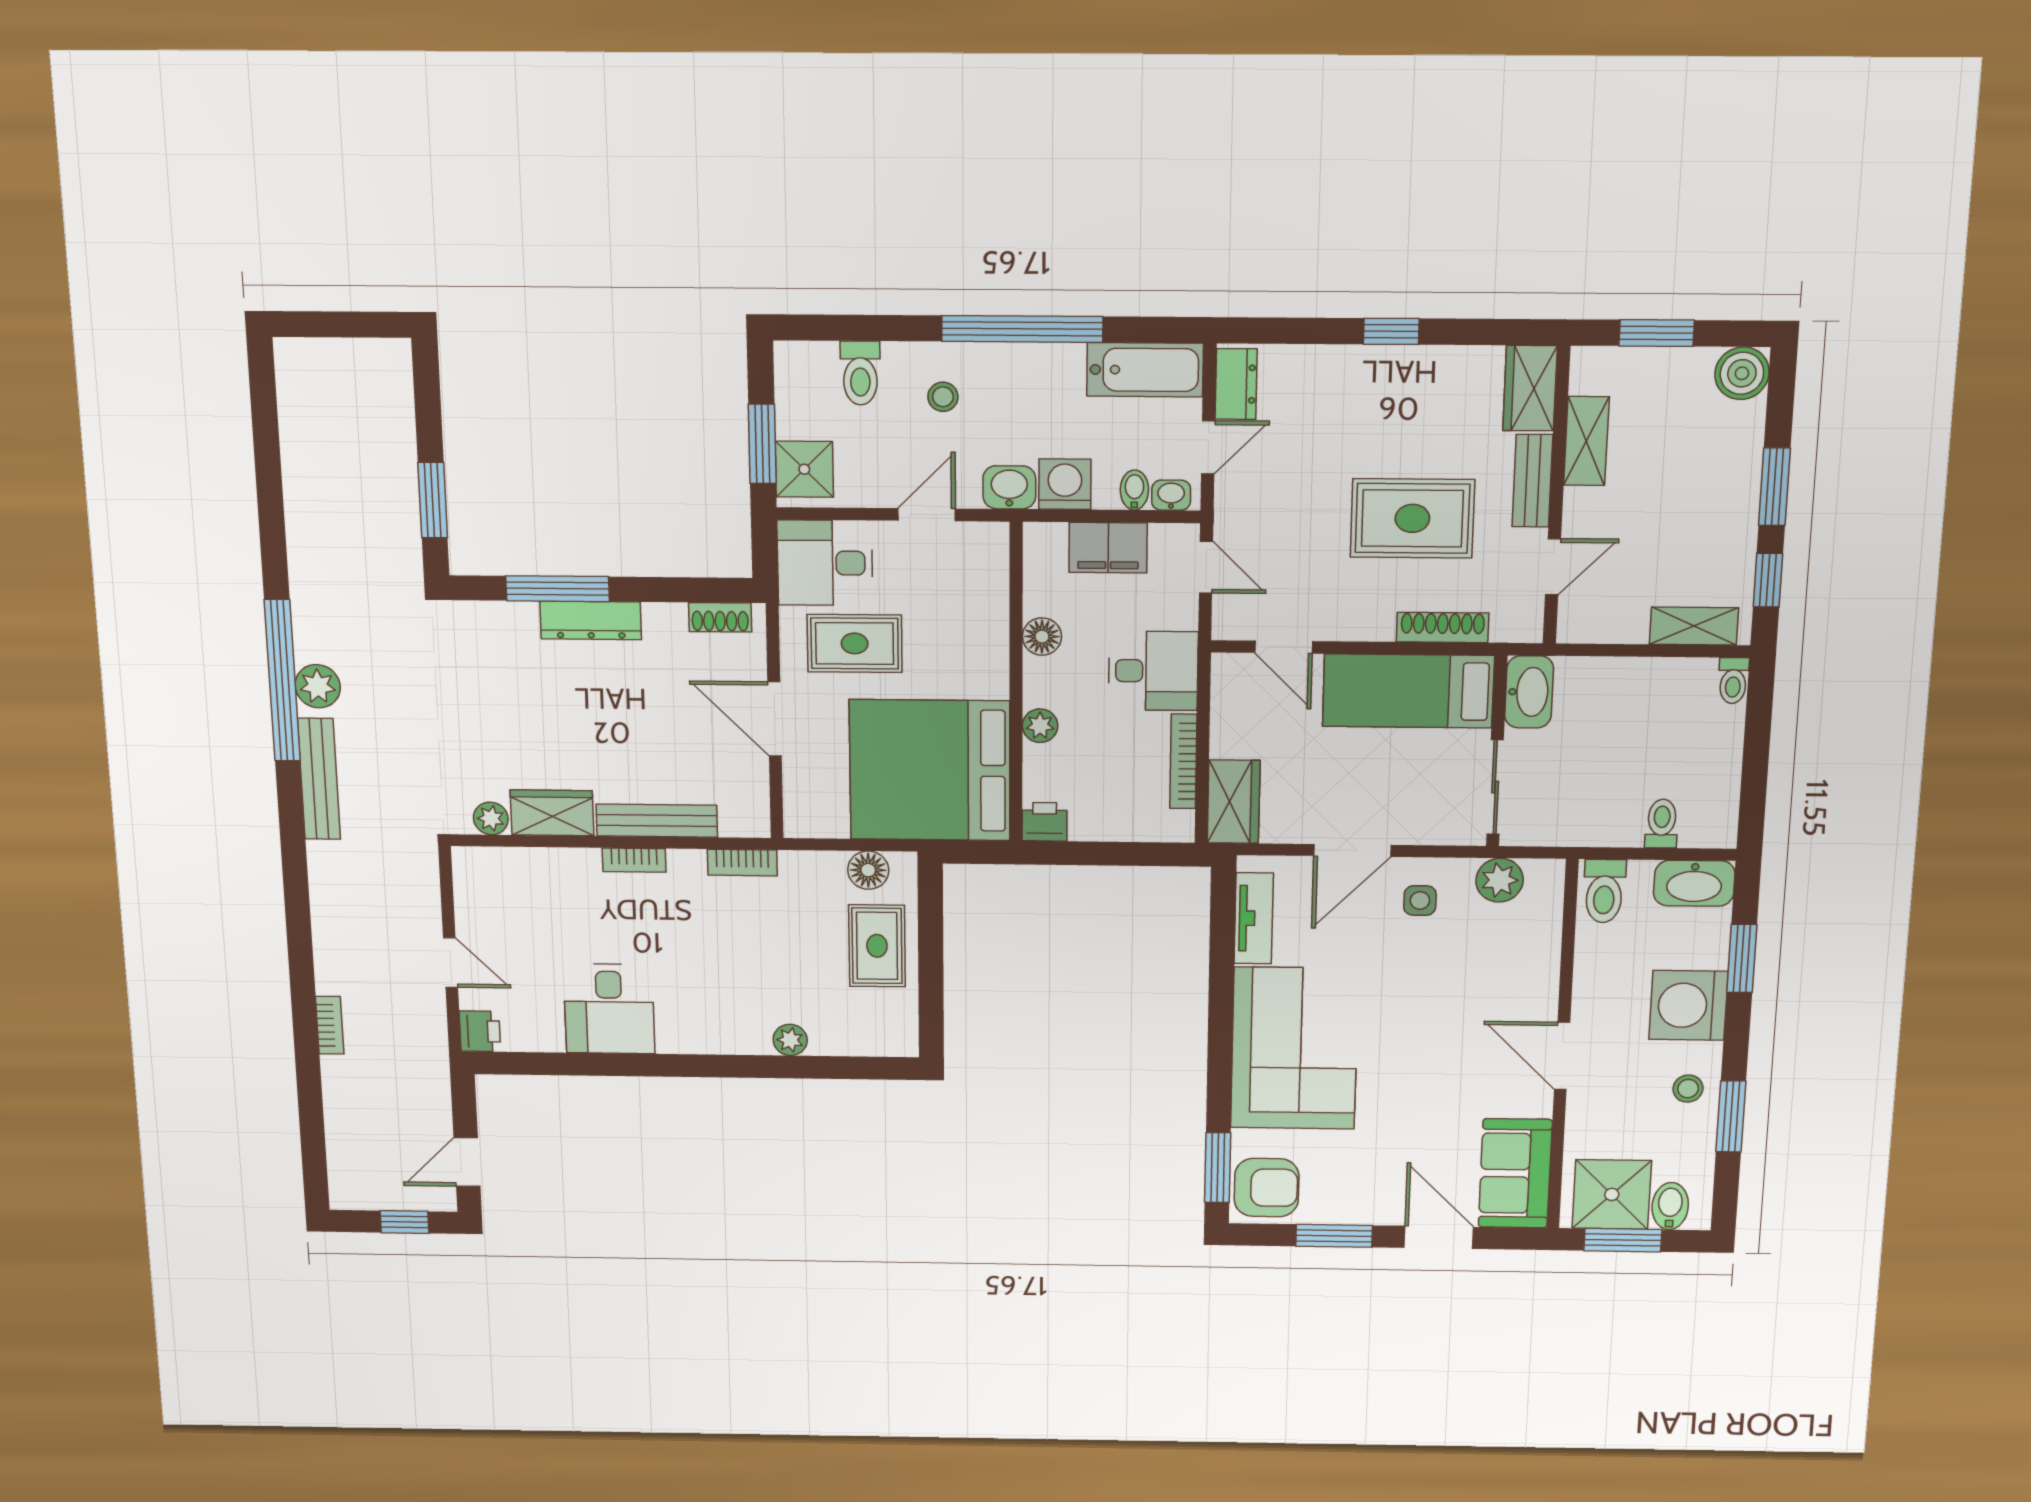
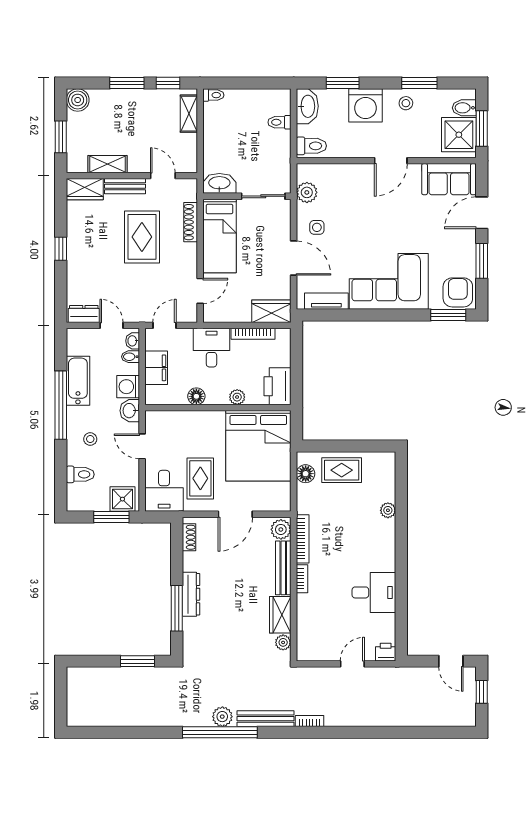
bathtub: (1145, 370) -> (78, 381), moved
plant: (743, 816) -> (281, 529), added
printer: (1045, 822) -> (277, 386), width x1.87, depth x1.48
bookcase: (742, 863) -> (303, 539), width x1.56
bookcase: (330, 1025) -> (309, 721), moved

